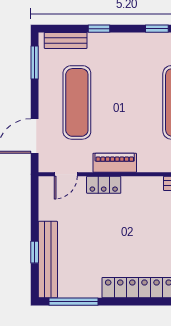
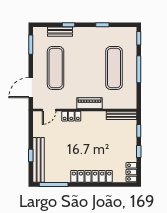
bench: (66, 40) -> (60, 32), moved
piano: (115, 163) -> (89, 103), moved

